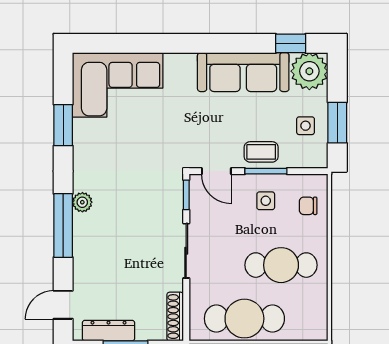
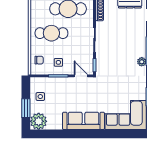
window: (291, 43) -> (47, 134), removed
sofa: (243, 72) -> (84, 121), moved
window: (337, 123) -> (26, 108), moved
coffee table: (261, 152) -> (60, 85), removed

